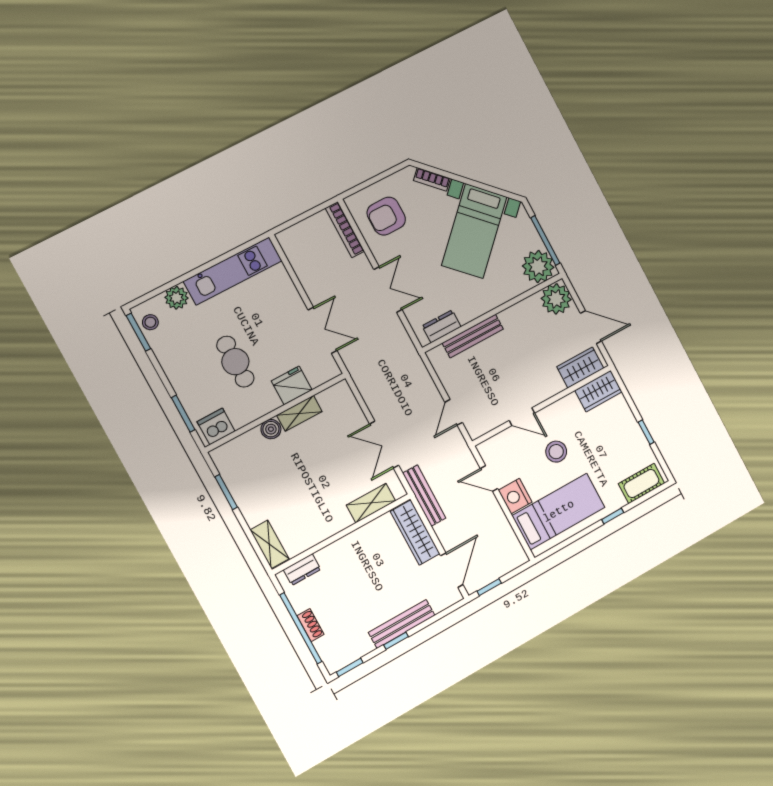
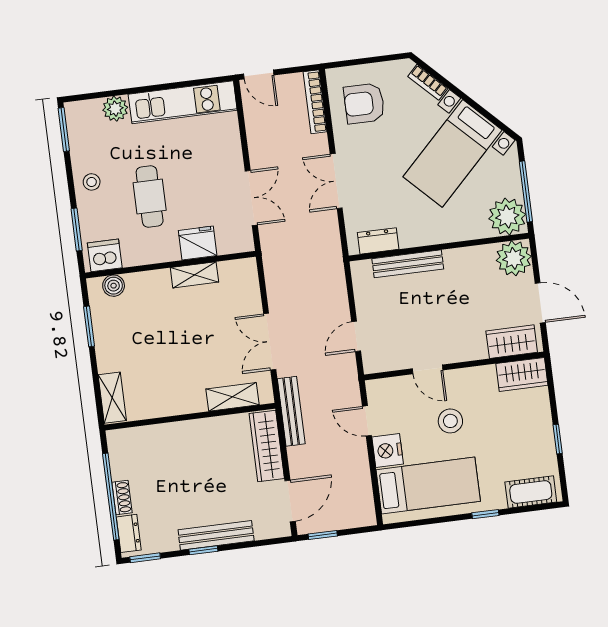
door: (289, 224) -> (259, 75), added
double door: (388, 290) -> (336, 181), swing flipped
stool: (150, 322) -> (92, 182), moved
boiler: (271, 429) -> (114, 286), moved
dresser: (302, 569) -> (129, 533), moved, turned -90

